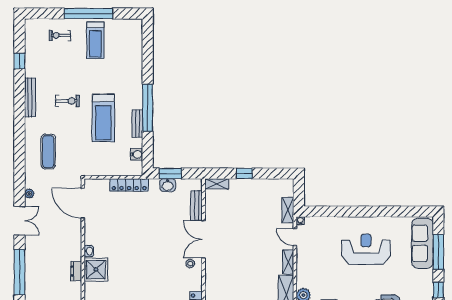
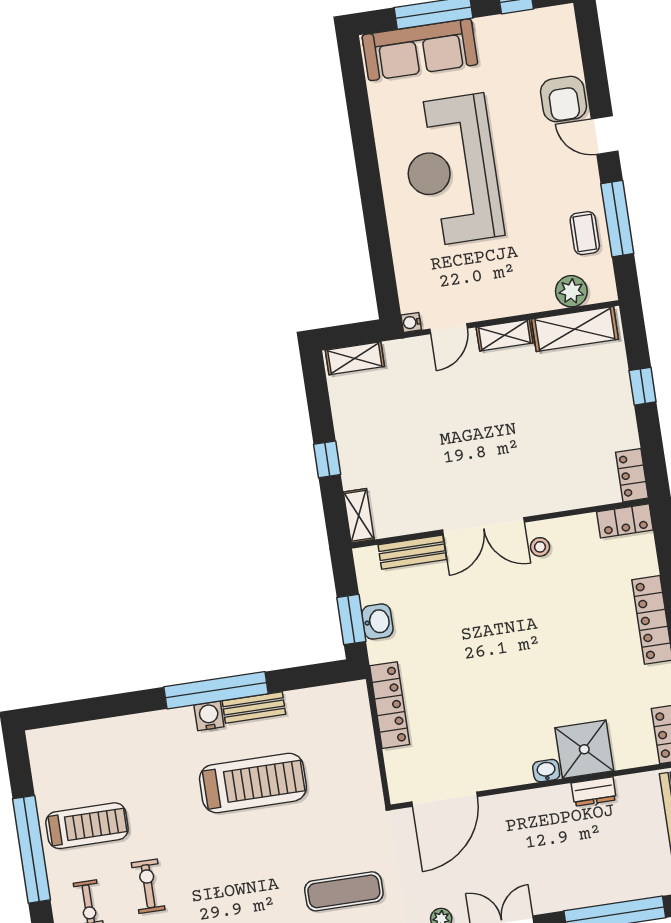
exercise bike: (67, 101) -> (148, 886), moved
water cooler: (137, 154) -> (209, 716), moved
shelving: (288, 210) -> (355, 358), moved
reception desk: (366, 249) -> (451, 170), width x1.36, depth x1.30

